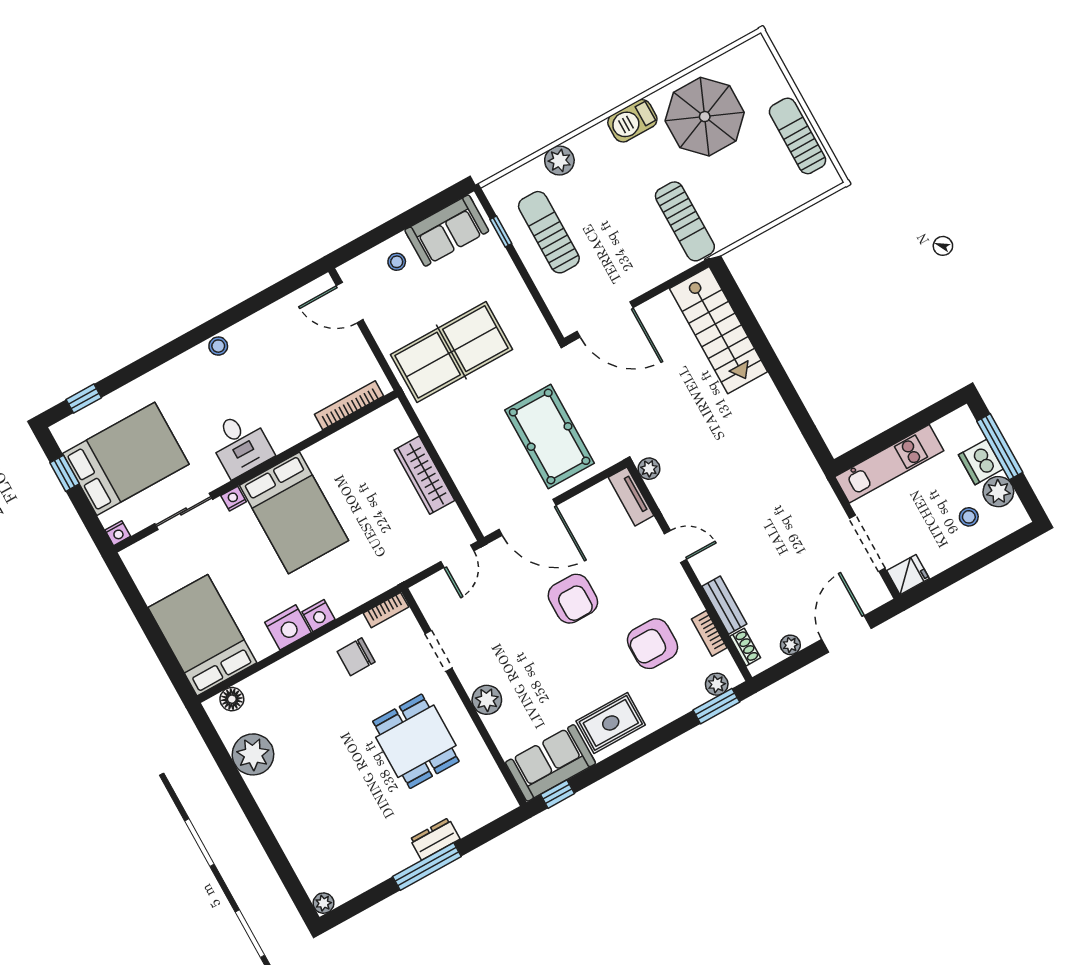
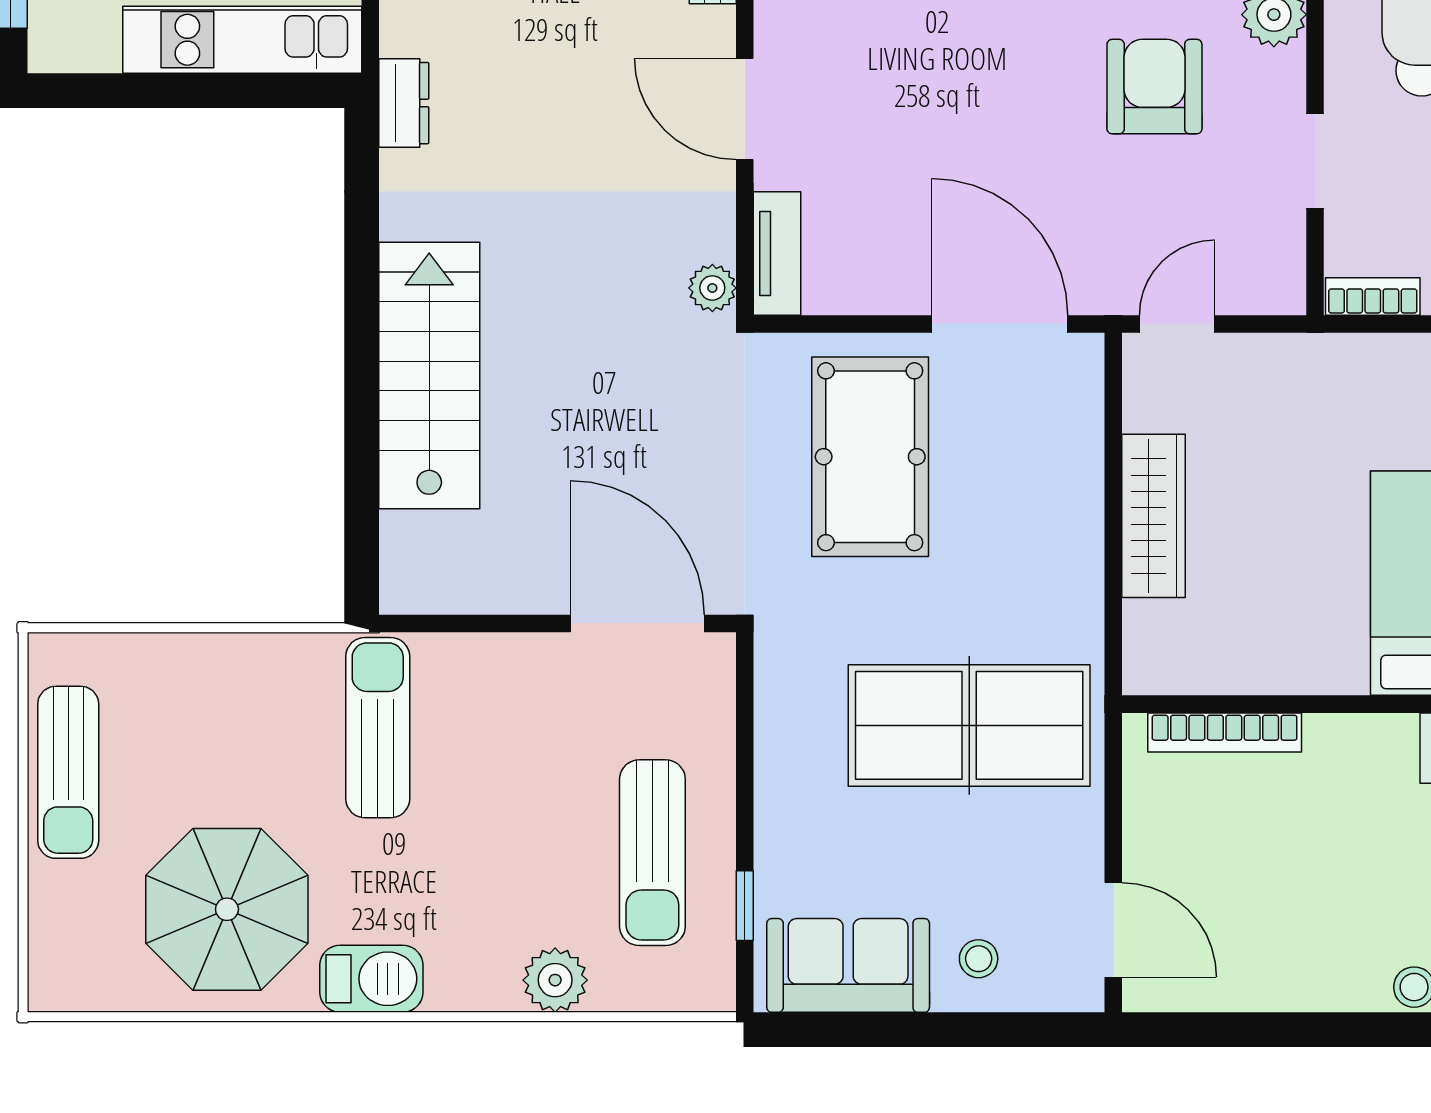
stairs: (719, 330) -> (429, 376), moved
dresser: (812, 474) -> (404, 103), added
door: (675, 547) -> (745, 109), width x1.38
armchair: (573, 599) -> (1154, 87), moved

